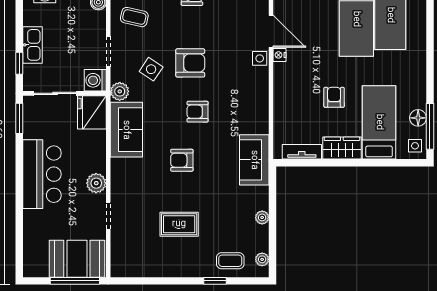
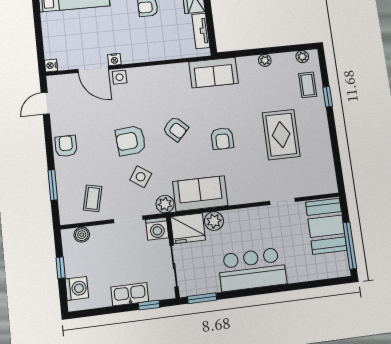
door: (271, 31) -> (93, 69), swing flipped
armchair: (190, 63) -> (131, 141), turned -95
armchair: (198, 112) -> (176, 129), turned -47
plant: (96, 183) -> (214, 221), moved
rug: (179, 224) -> (281, 135), width x1.36, depth x1.43
window: (75, 281) -> (350, 246), moved

